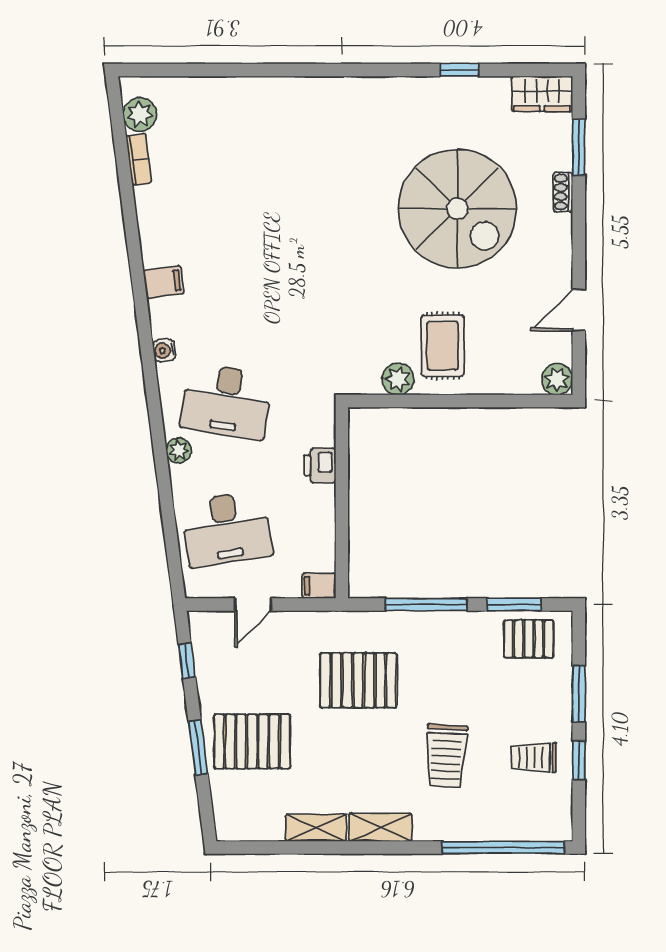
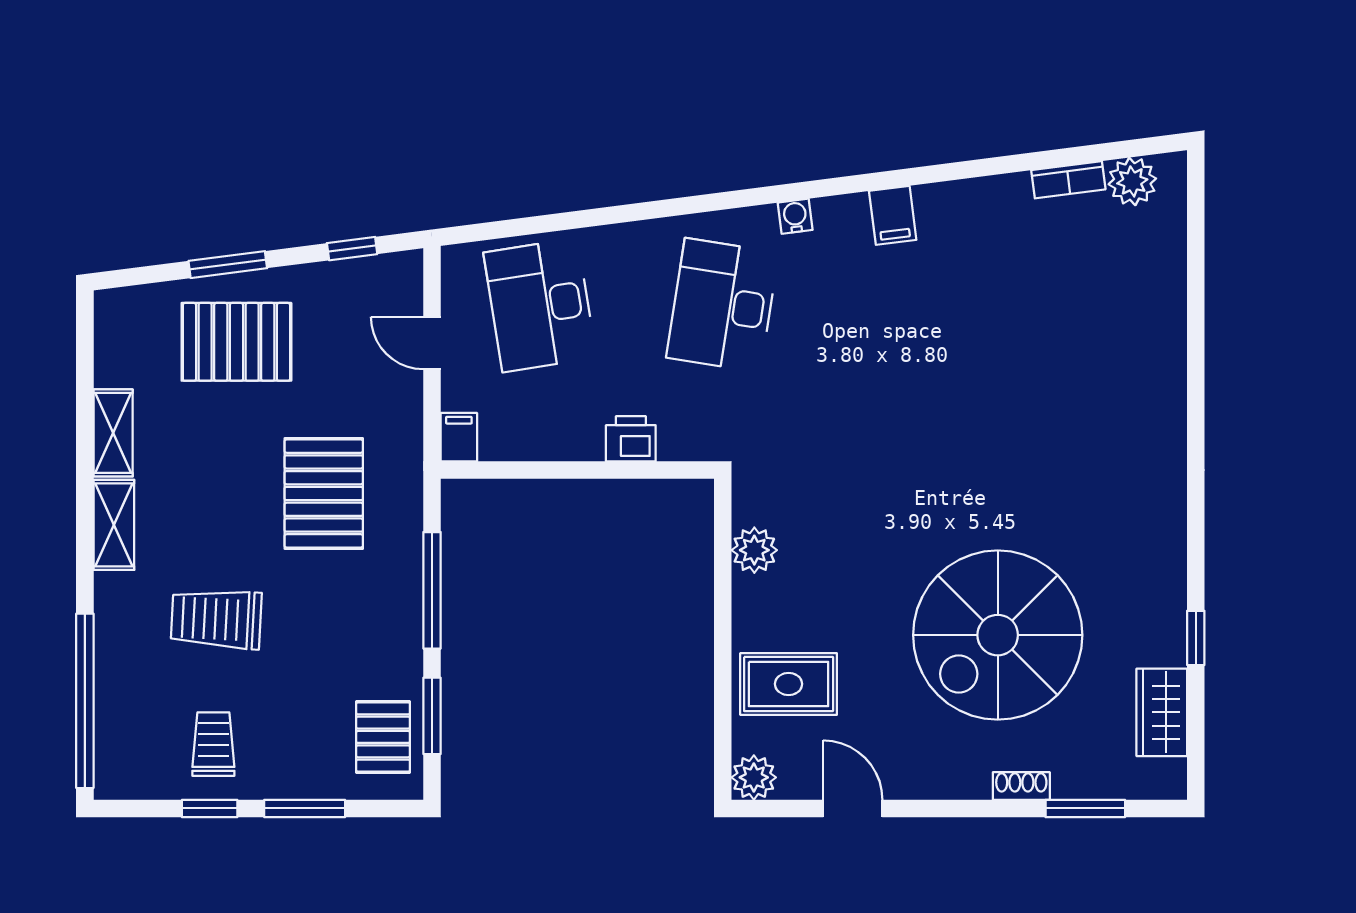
wardrobe: (542, 94) -> (1162, 712), moved
rug: (443, 346) -> (789, 684), moved
plant: (179, 451) -> (652, 237), removed
pallet: (252, 741) -> (236, 342), turned 90

